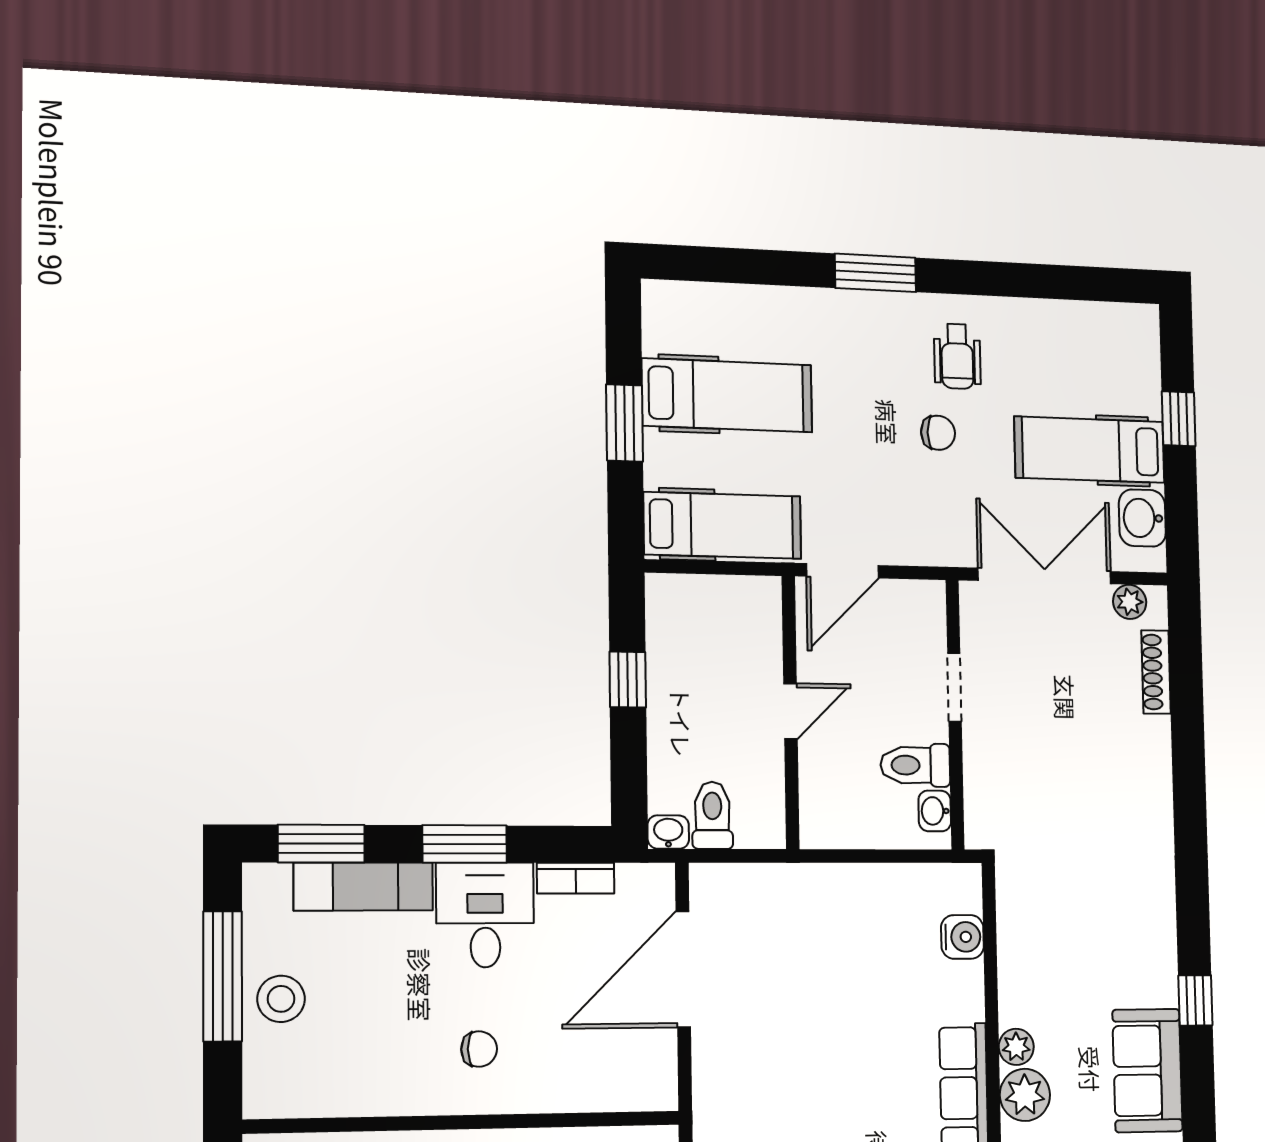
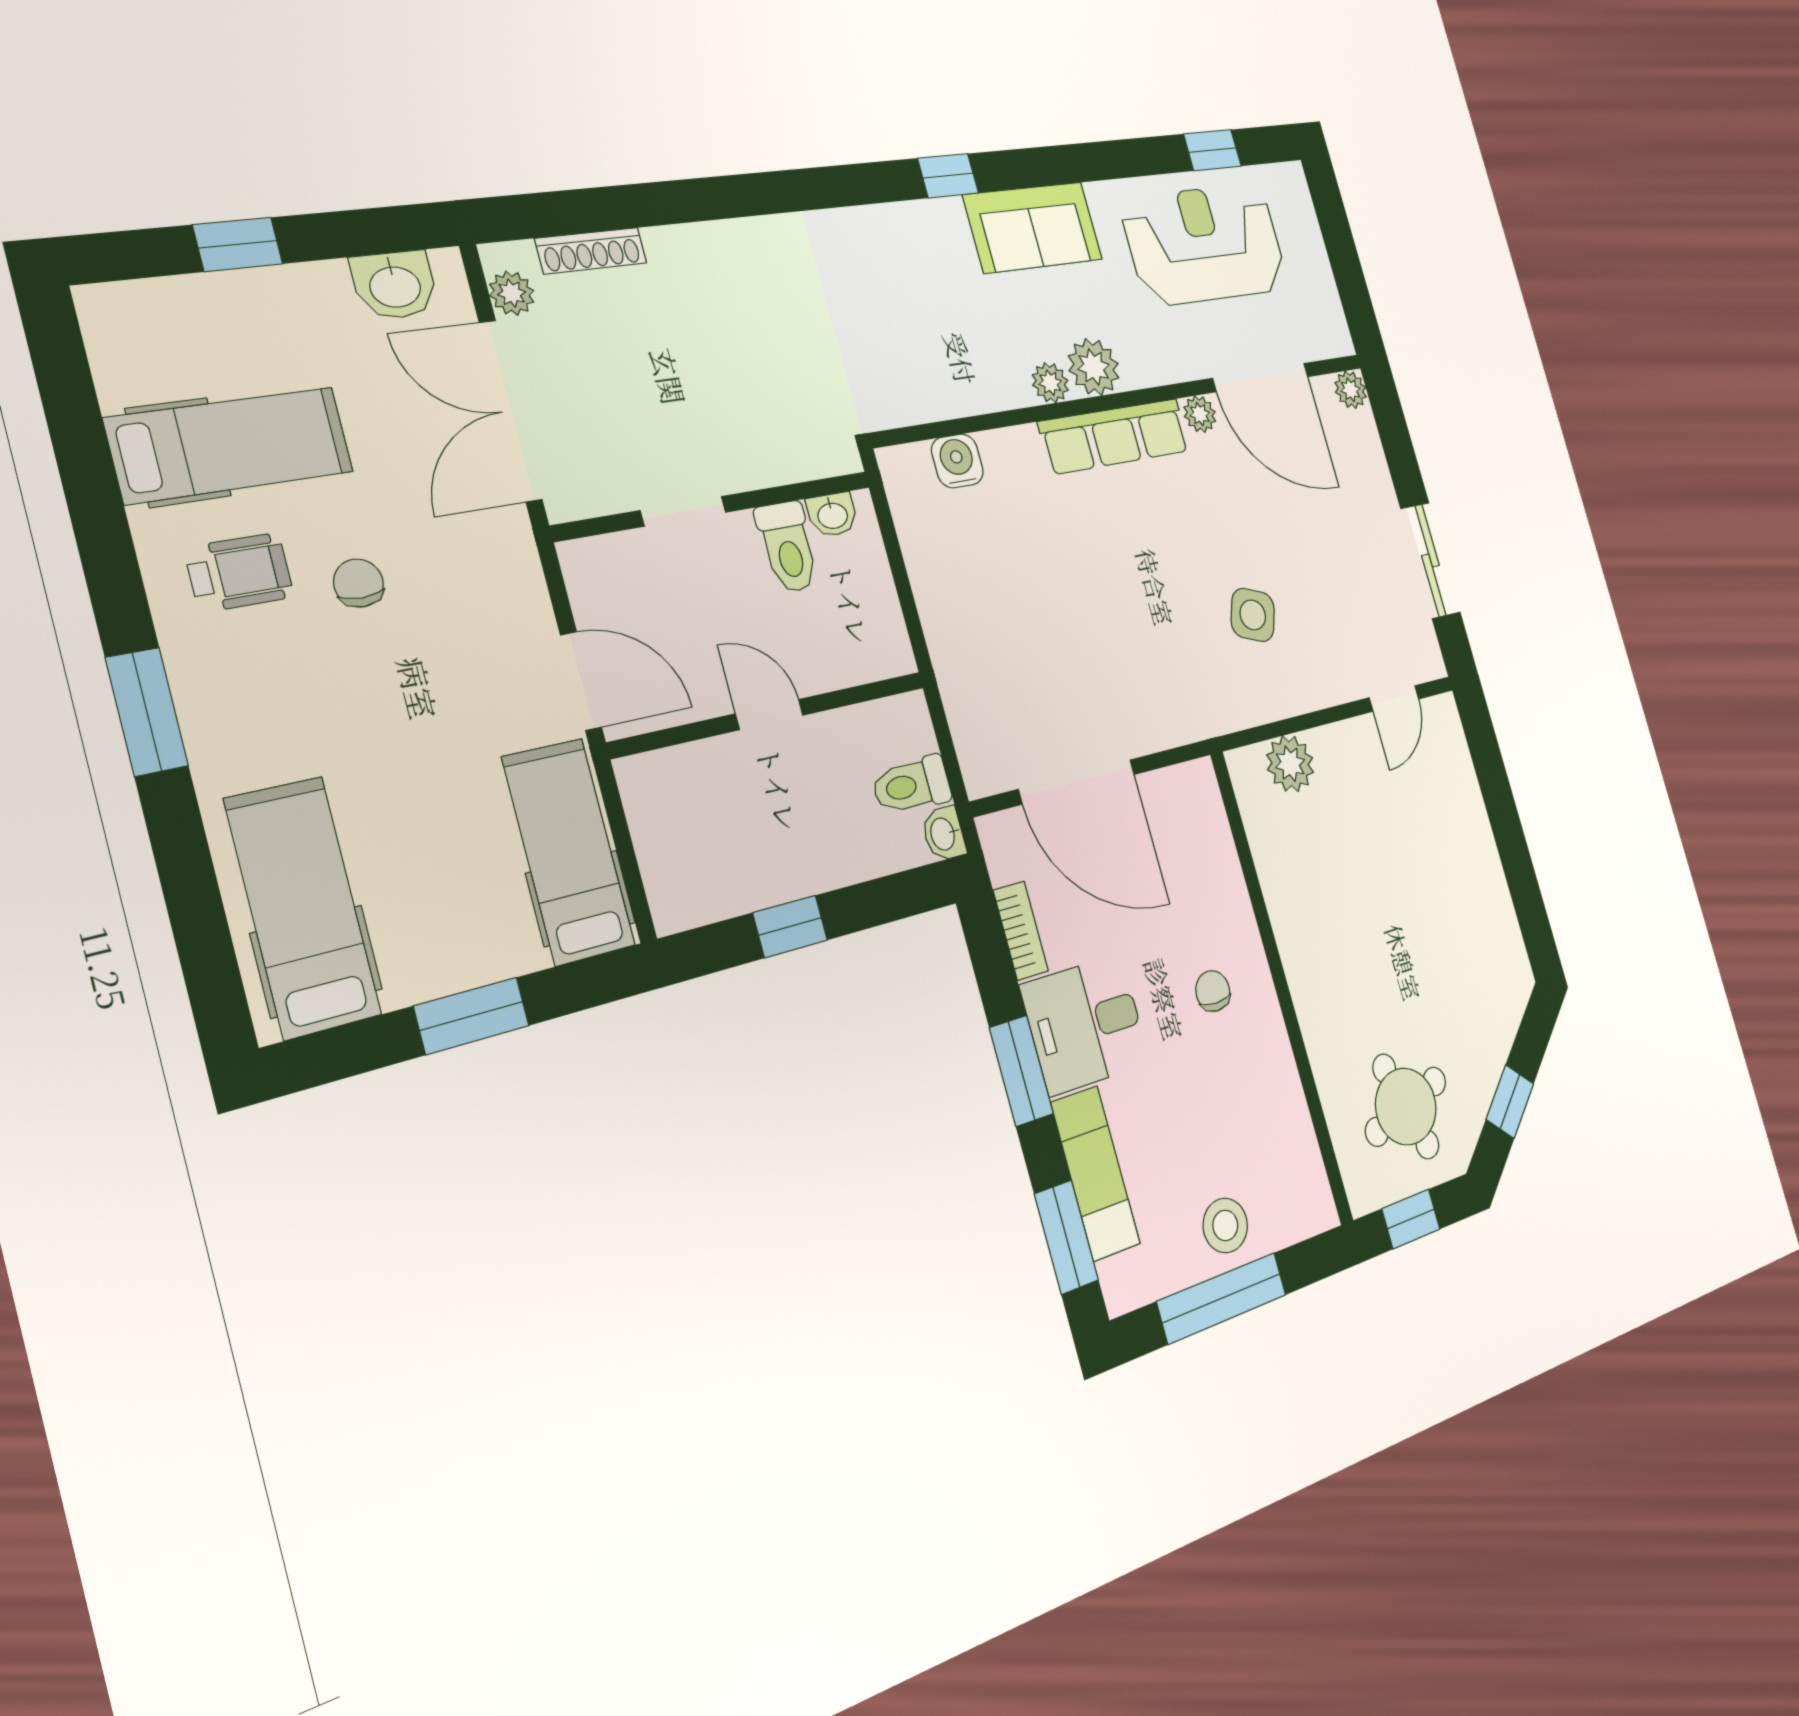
hospital bed: (727, 395) -> (303, 907), moved
hospital bed: (1090, 450) -> (230, 445), moved, turned -90

